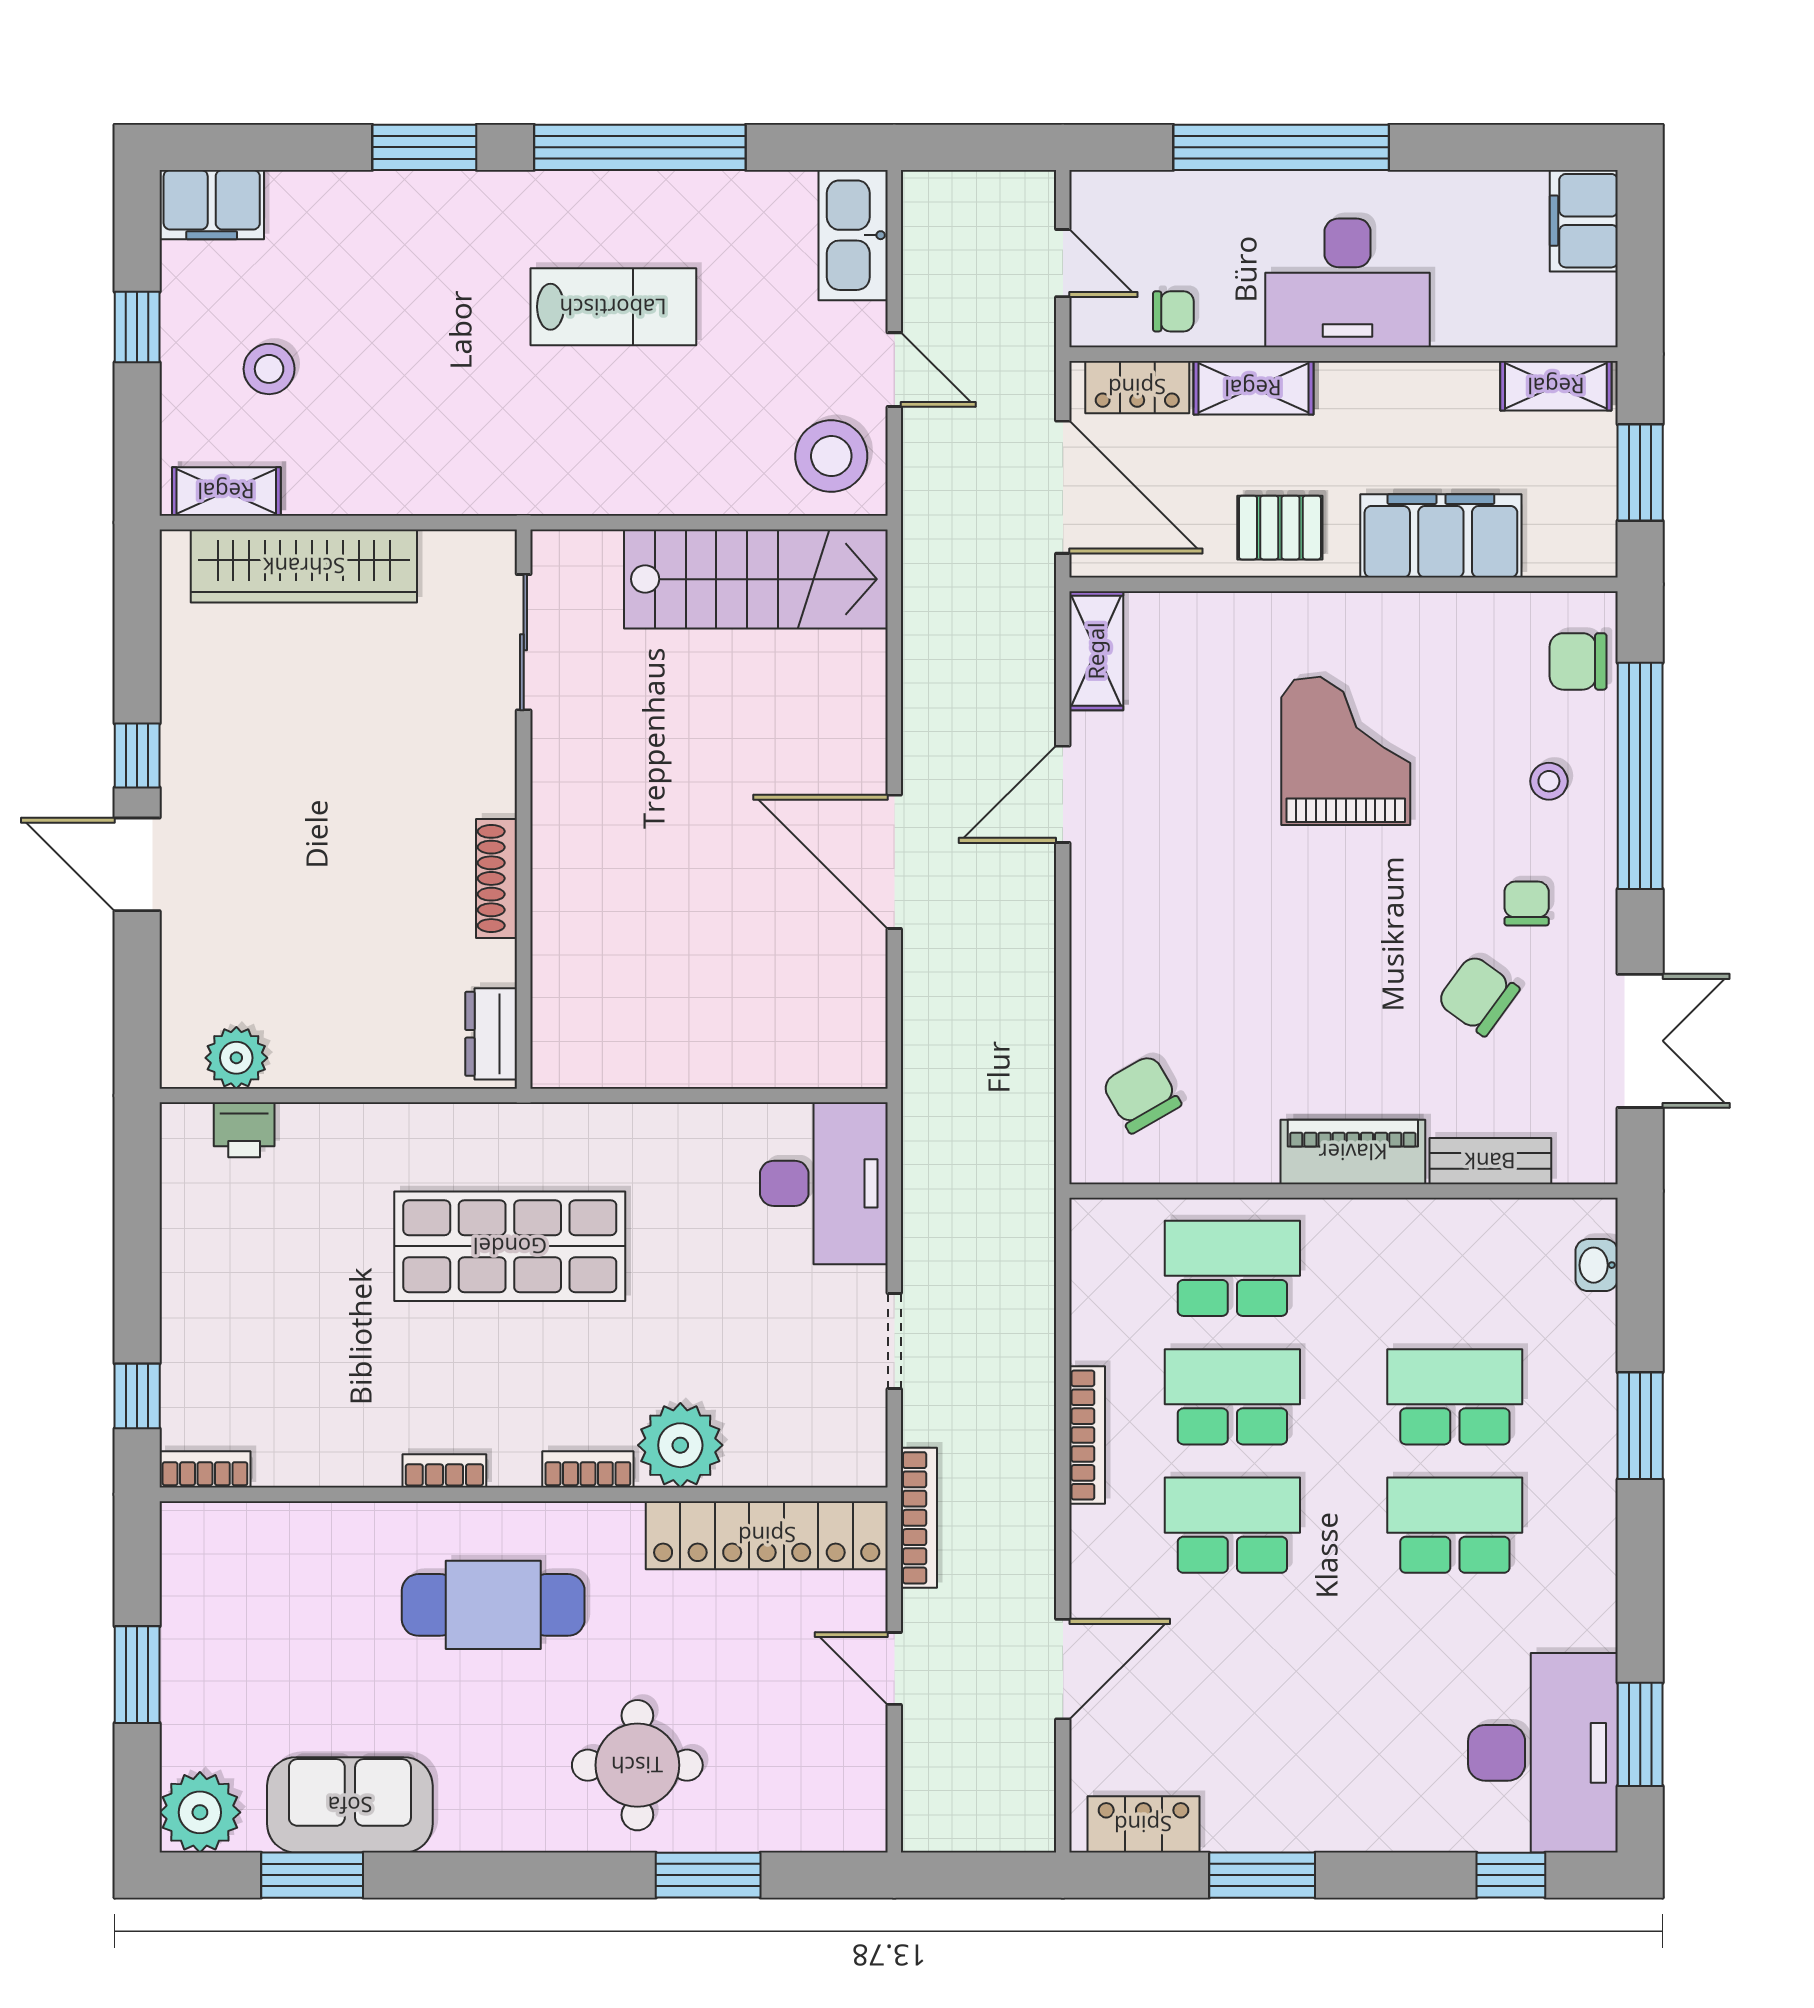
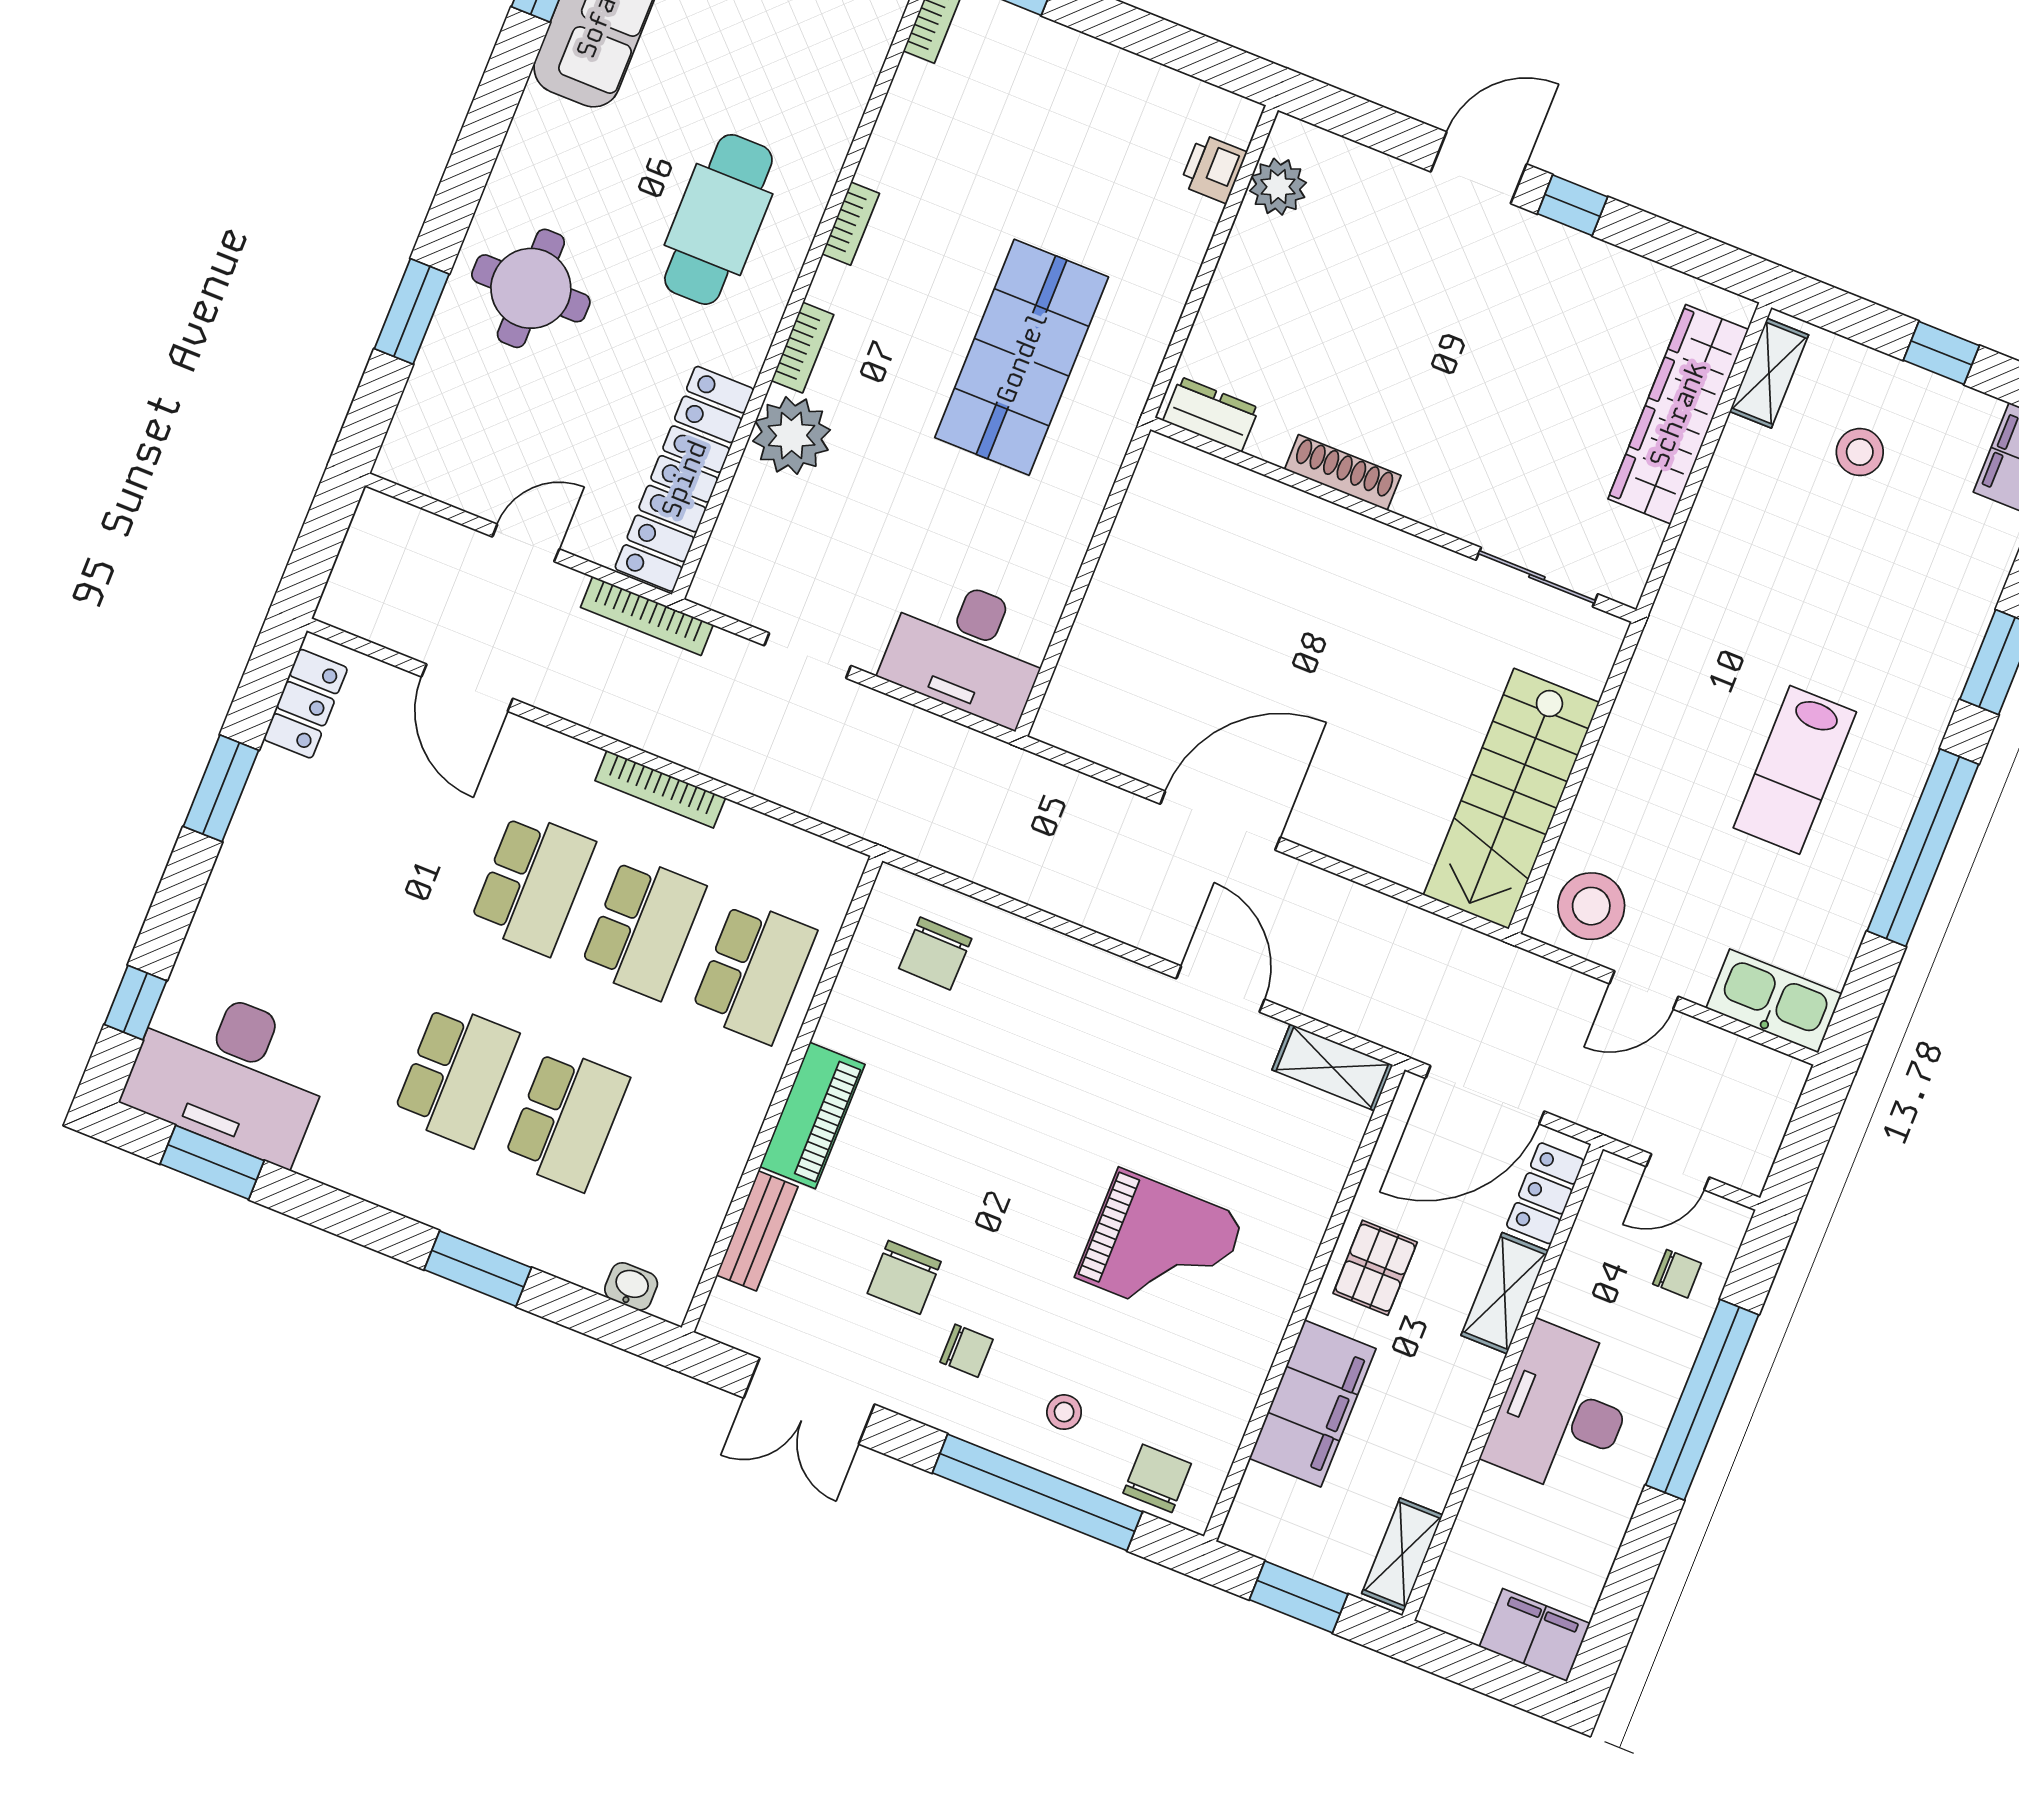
chair: (1173, 311) -> (1677, 1274), moved, turned -90
chair: (1478, 995) -> (904, 1277), turned 144
chair: (1142, 1094) -> (935, 954), turned 121

